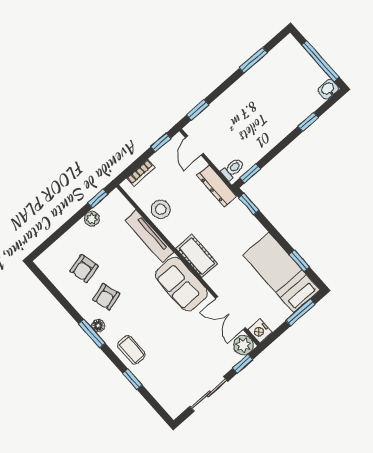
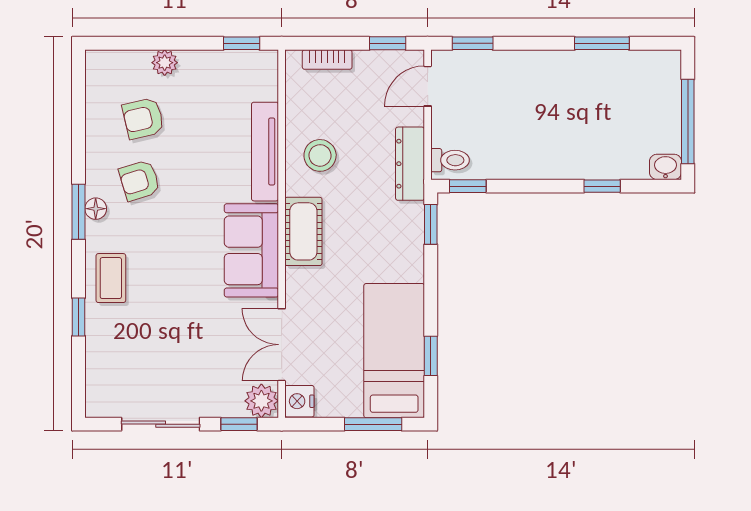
stool: (161, 209) -> (320, 155), moved
plant: (92, 219) -> (165, 63), moved

